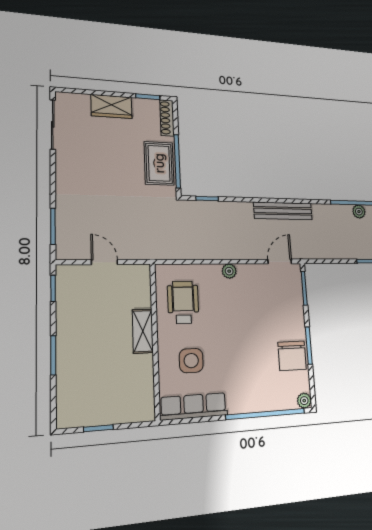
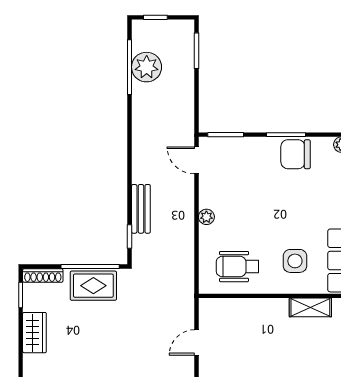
bench: (283, 211) -> (141, 209), moved, width x0.73
plant: (359, 212) -> (147, 67), width x1.88, depth x1.88
shelving: (143, 331) -> (310, 307), moved
chair: (292, 356) -> (296, 154), turned 180

